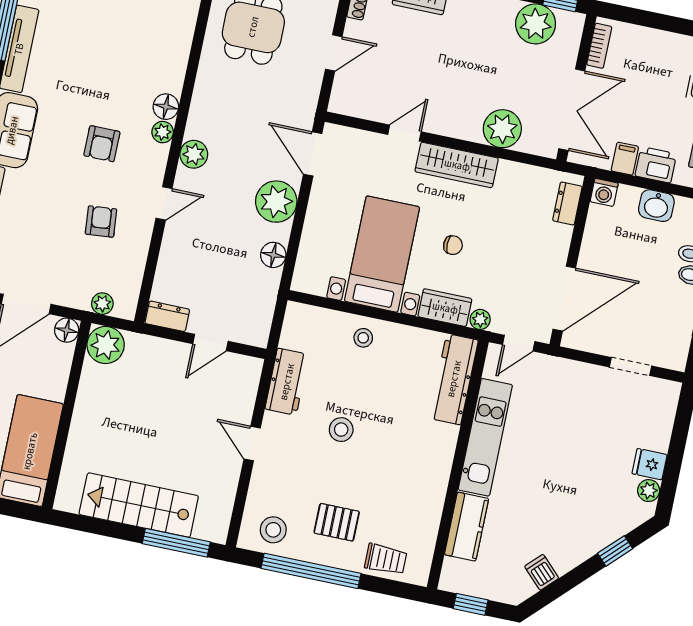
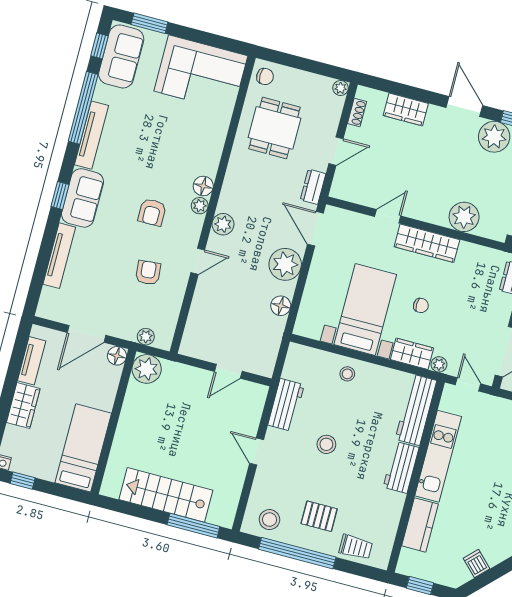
dresser: (167, 316) -> (313, 187), moved, turned -90
door: (519, 343) -> (468, 384), swing flipped
workbench: (439, 454) -> (401, 467), added

